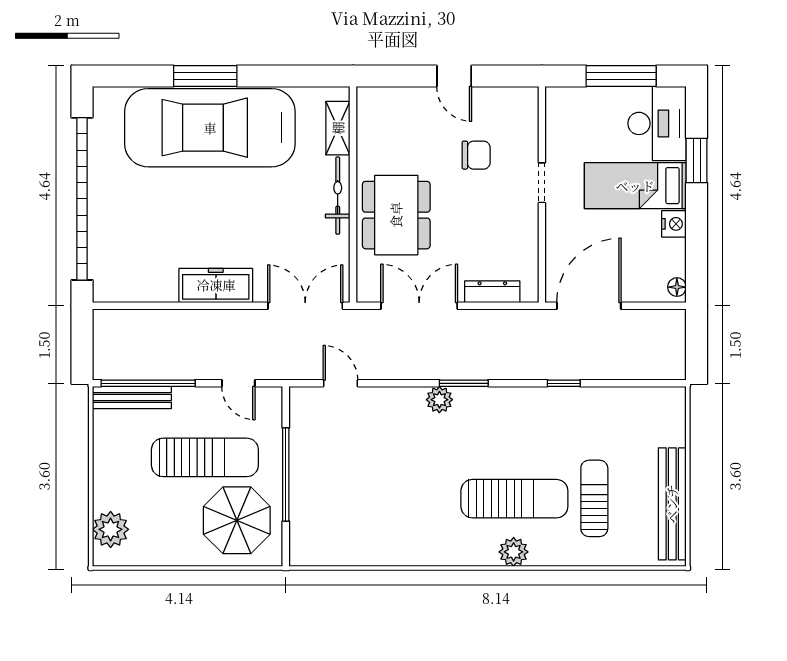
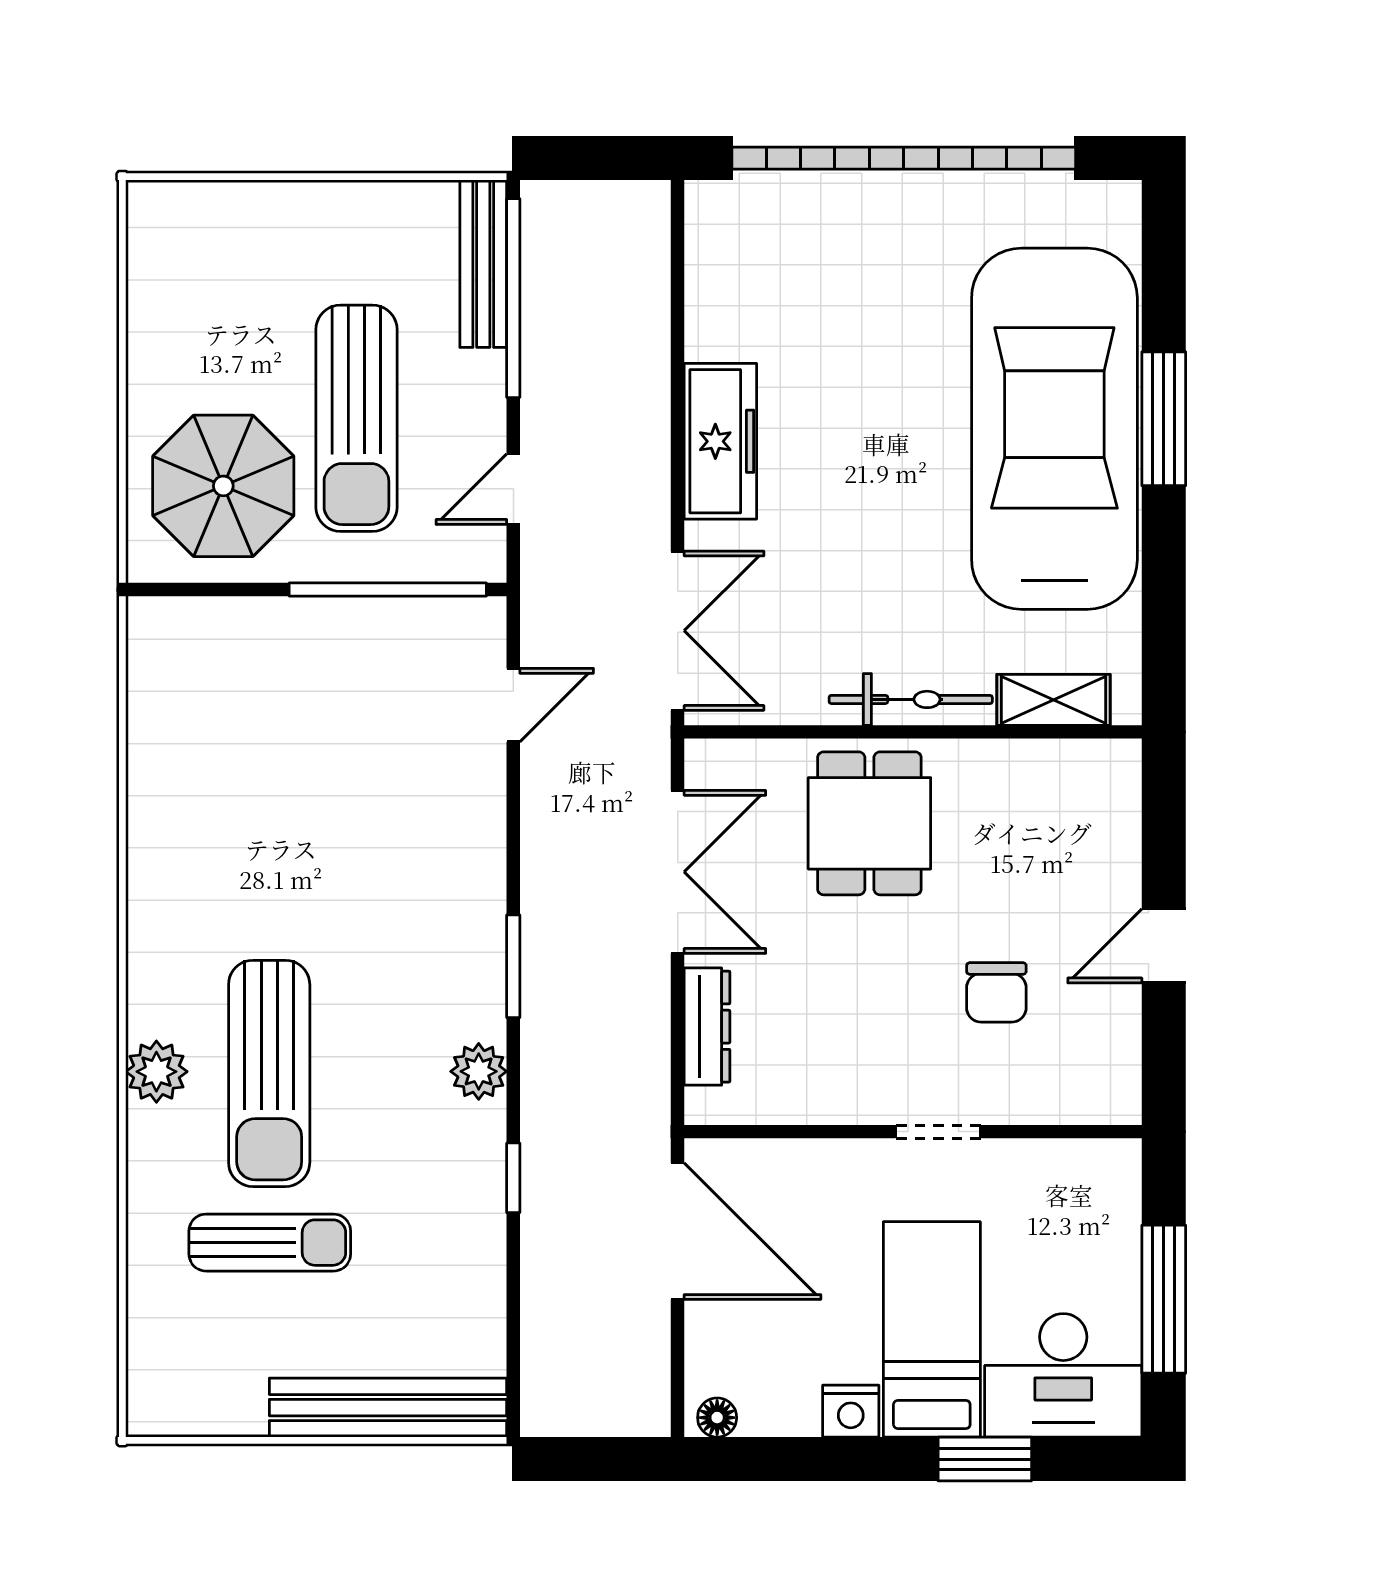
dining table: (396, 215) -> (869, 823), width x0.73
plant: (439, 400) -> (479, 1071), moved
window: (286, 474) -> (388, 590), moved
bench: (672, 504) -> (388, 1408), moved
plant: (111, 529) -> (204, 218), removed

